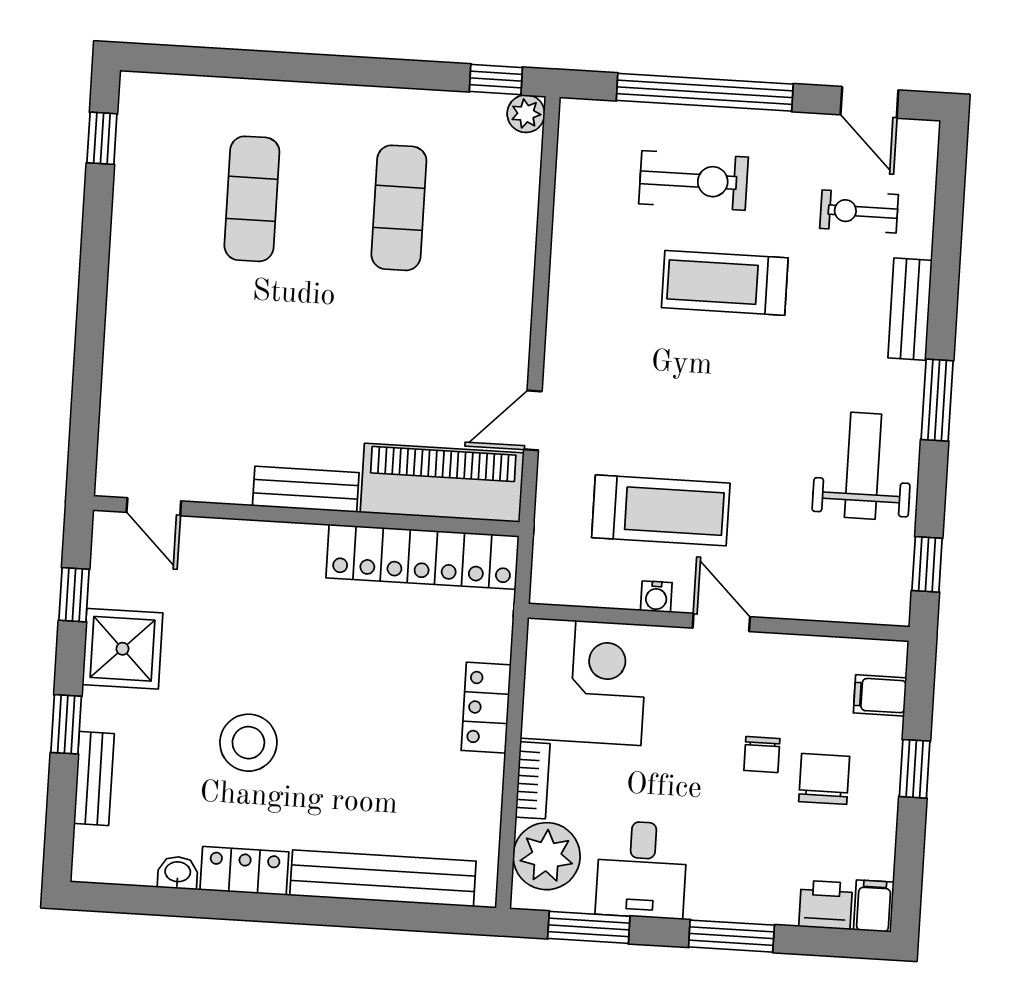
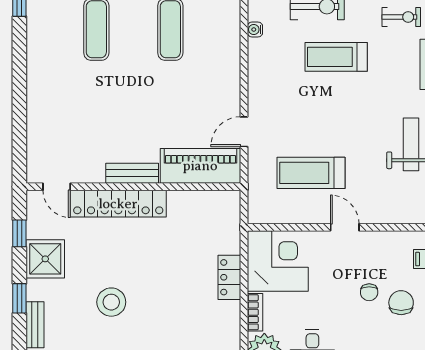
exercise bike: (859, 211) -> (401, 17), turned 180
treadmill: (661, 510) -> (311, 173), turned 180
locker: (422, 557) -> (118, 204), moved
water cooler: (656, 597) -> (255, 29), moved, turned 90

